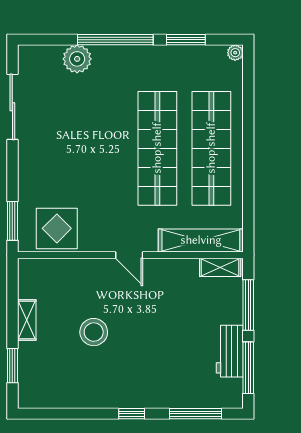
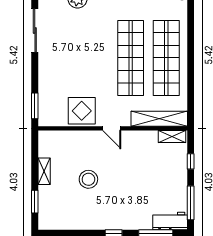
display table: (57, 228) -> (82, 111), moved
window: (248, 305) -> (191, 161), width x0.46
workbench: (230, 351) -> (170, 221), moved, turned 90

